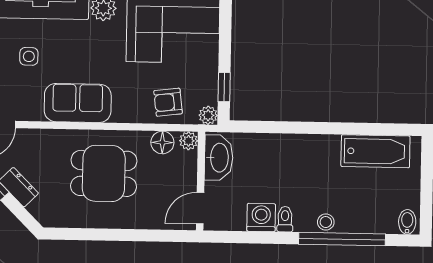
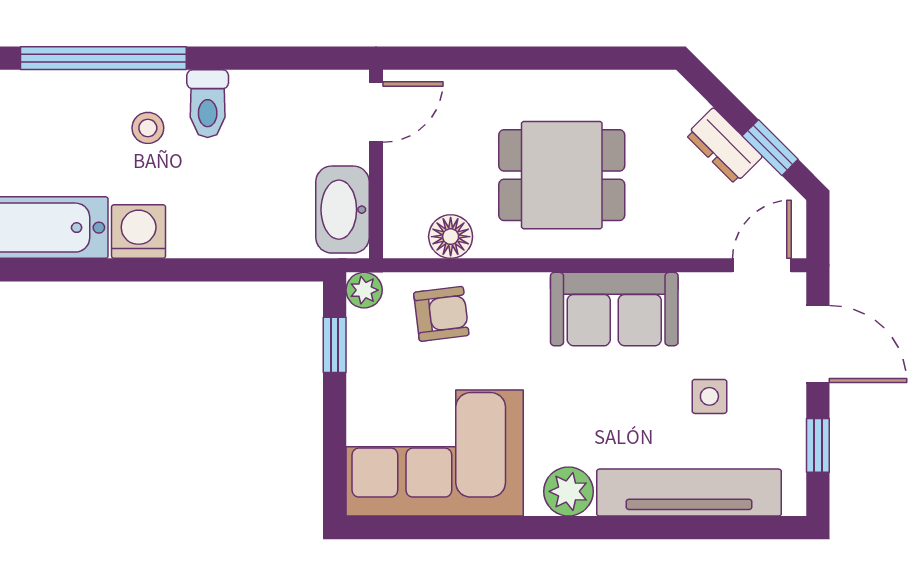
plant: (189, 141) -> (401, 241), removed
washing machine: (261, 217) -> (139, 232), moved, turned 180
toilet: (285, 219) -> (208, 104), width x1.37, depth x1.39
stool: (326, 222) -> (148, 128), moved

